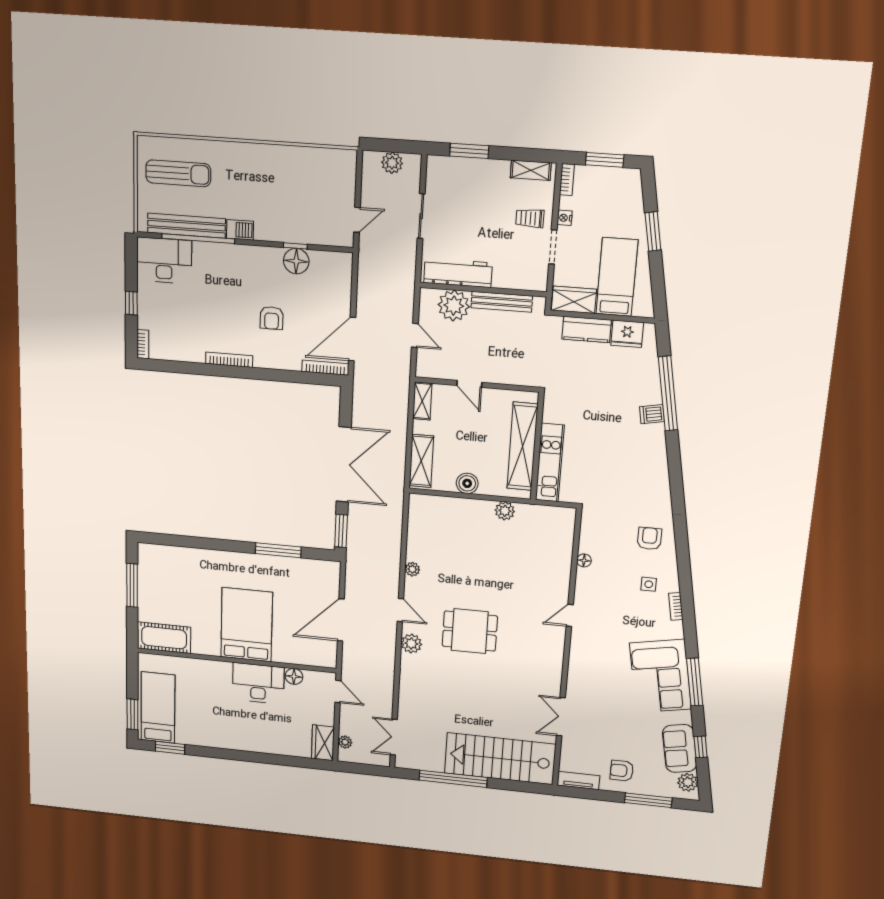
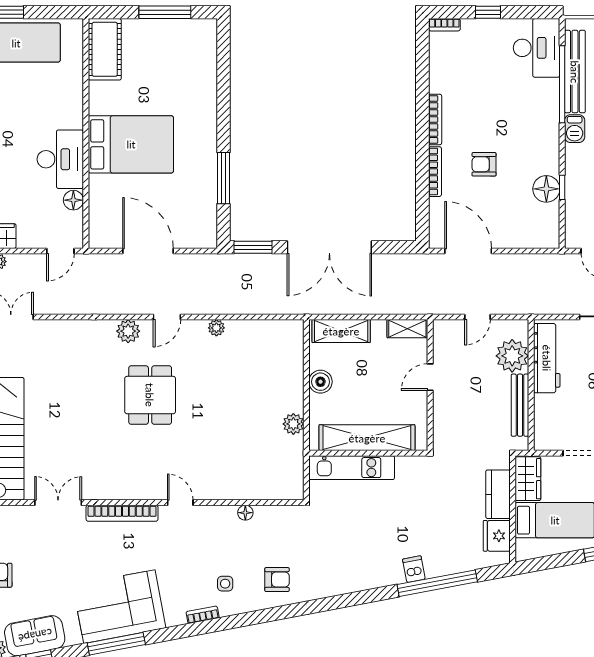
bookcase: (325, 368) -> (435, 172), moved
bookcase: (575, 665) -> (122, 513), added

